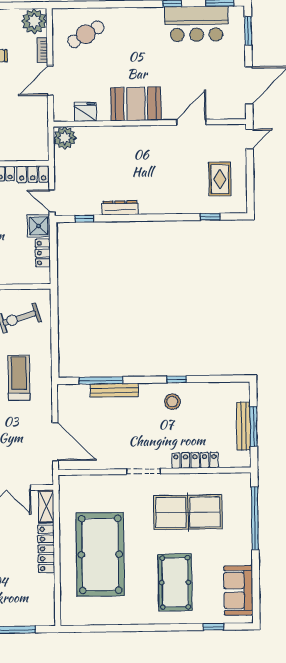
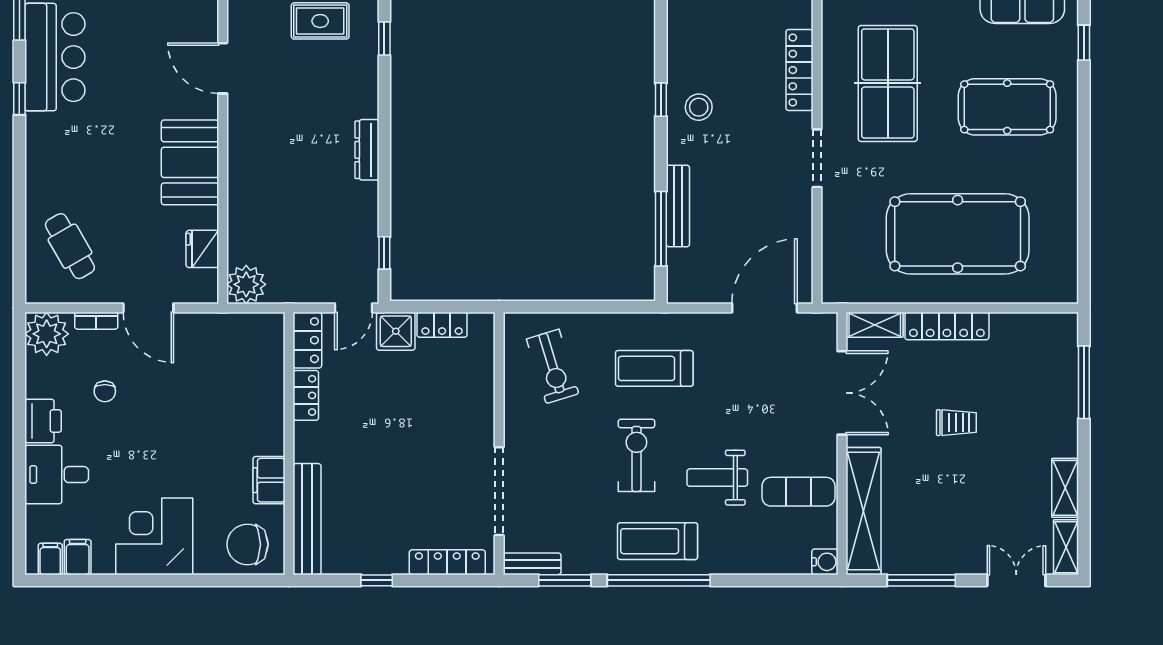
dresser: (120, 208) -> (367, 150), moved

